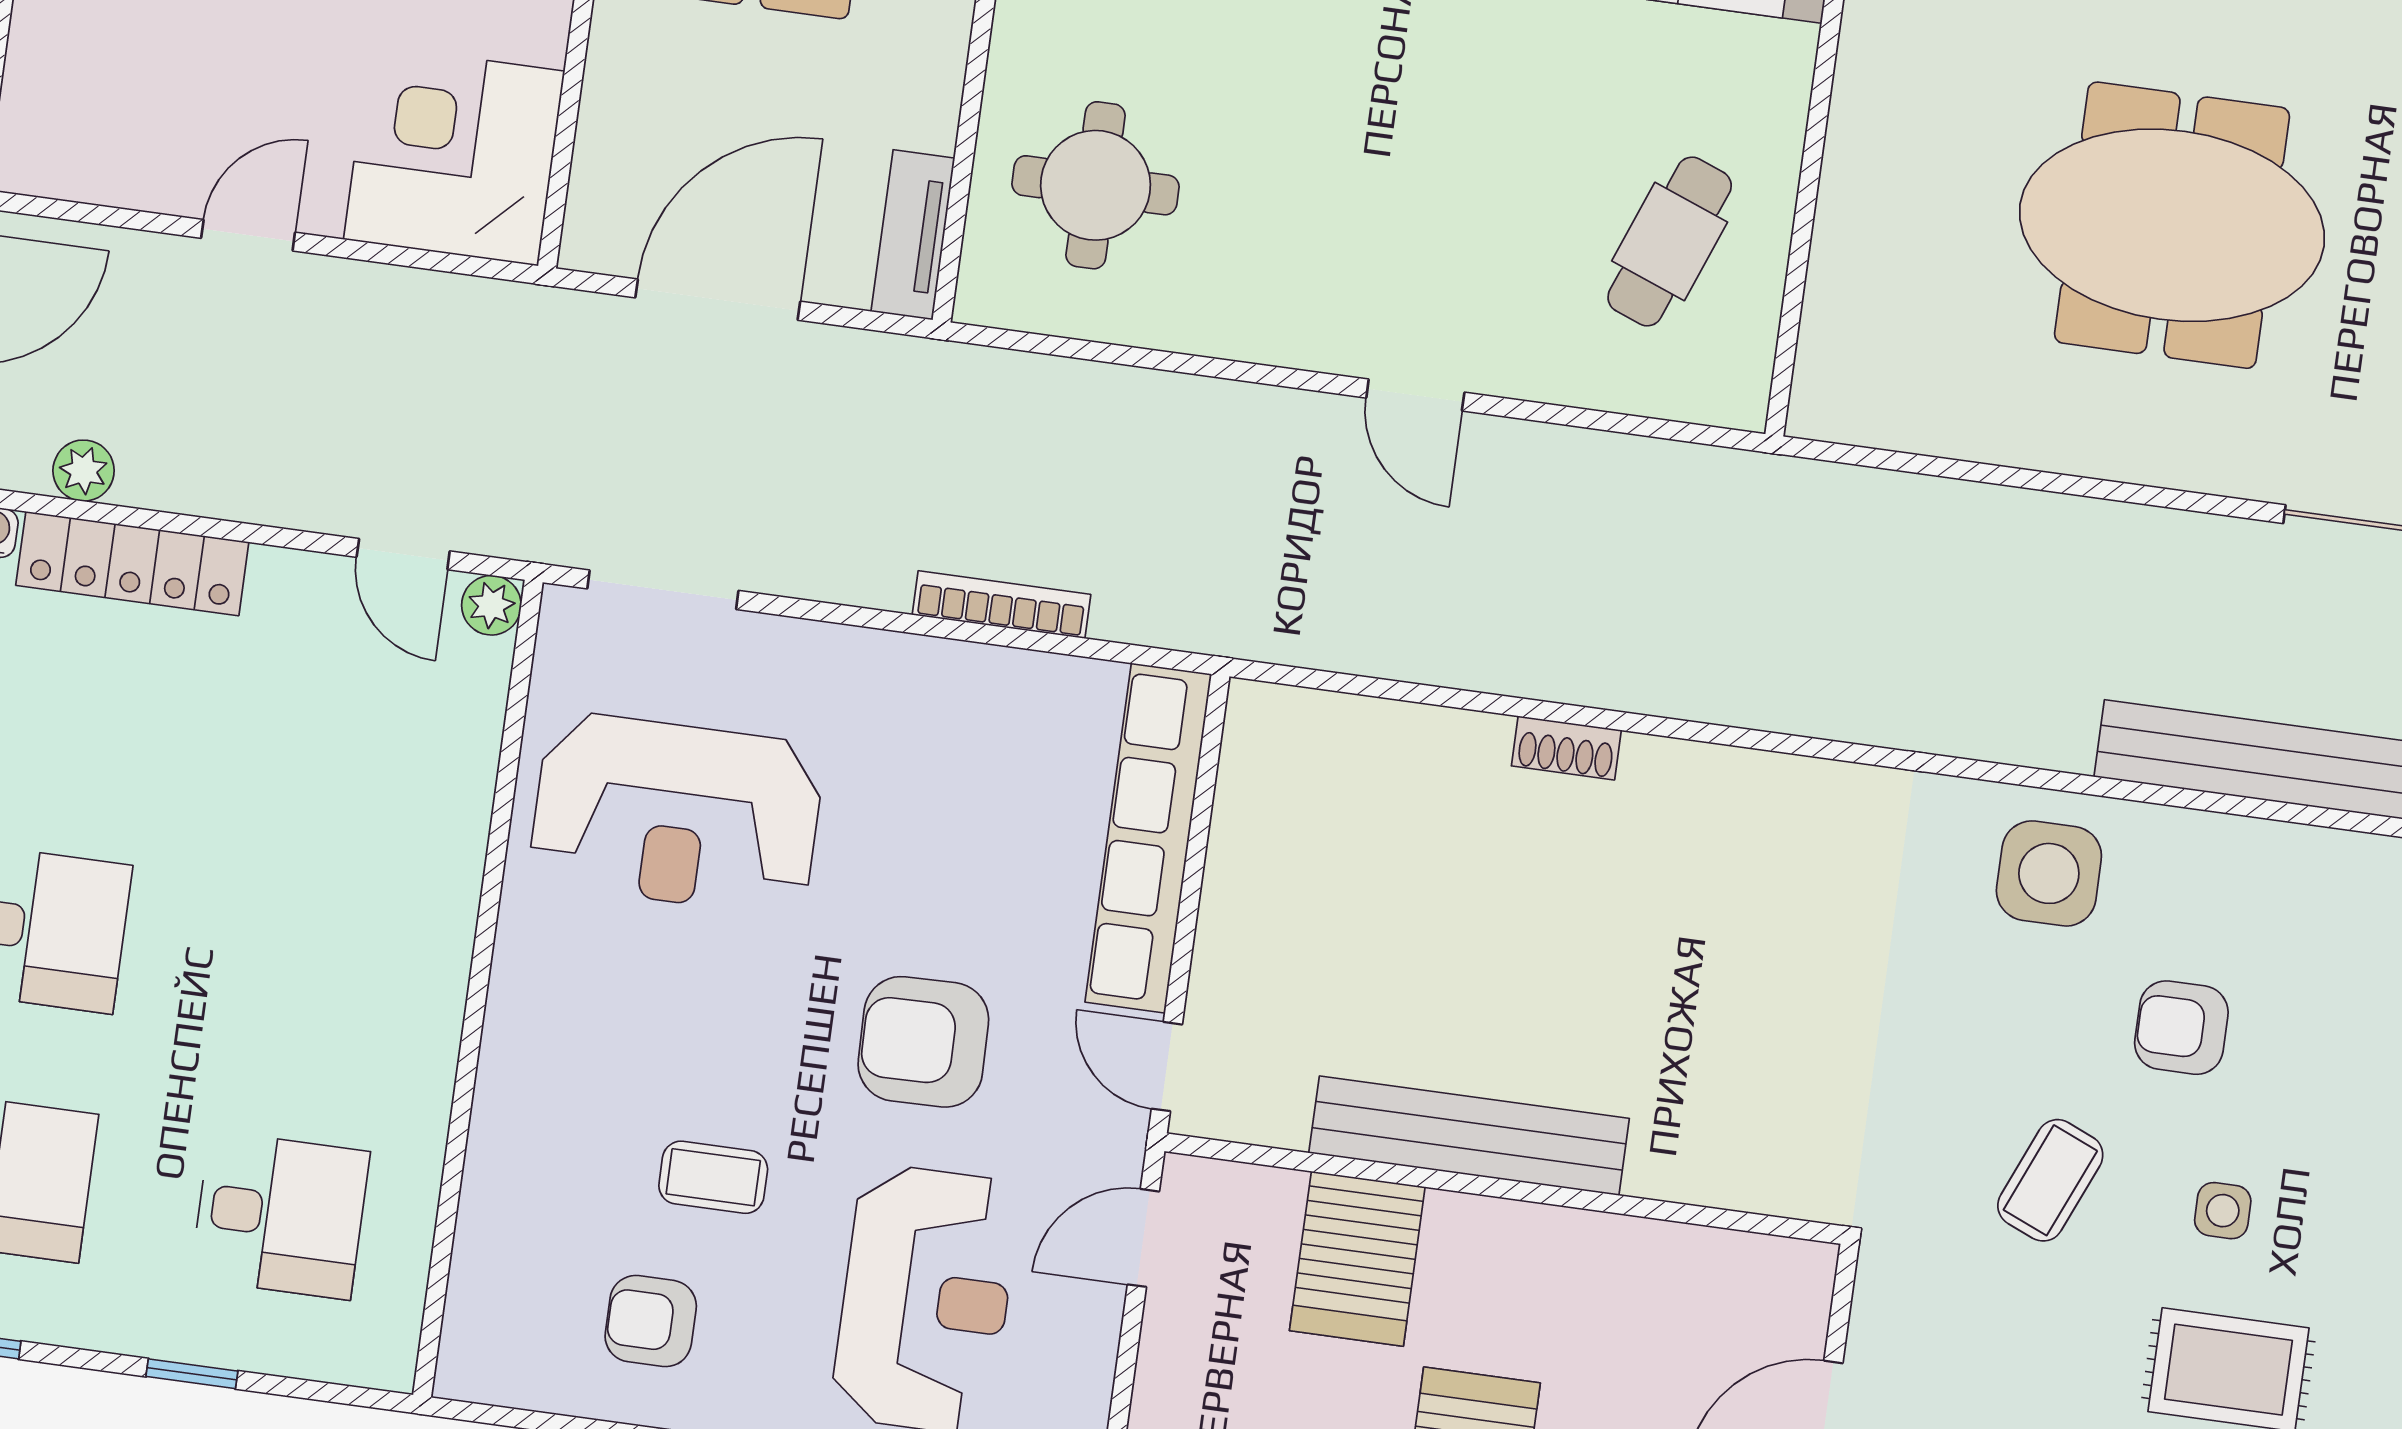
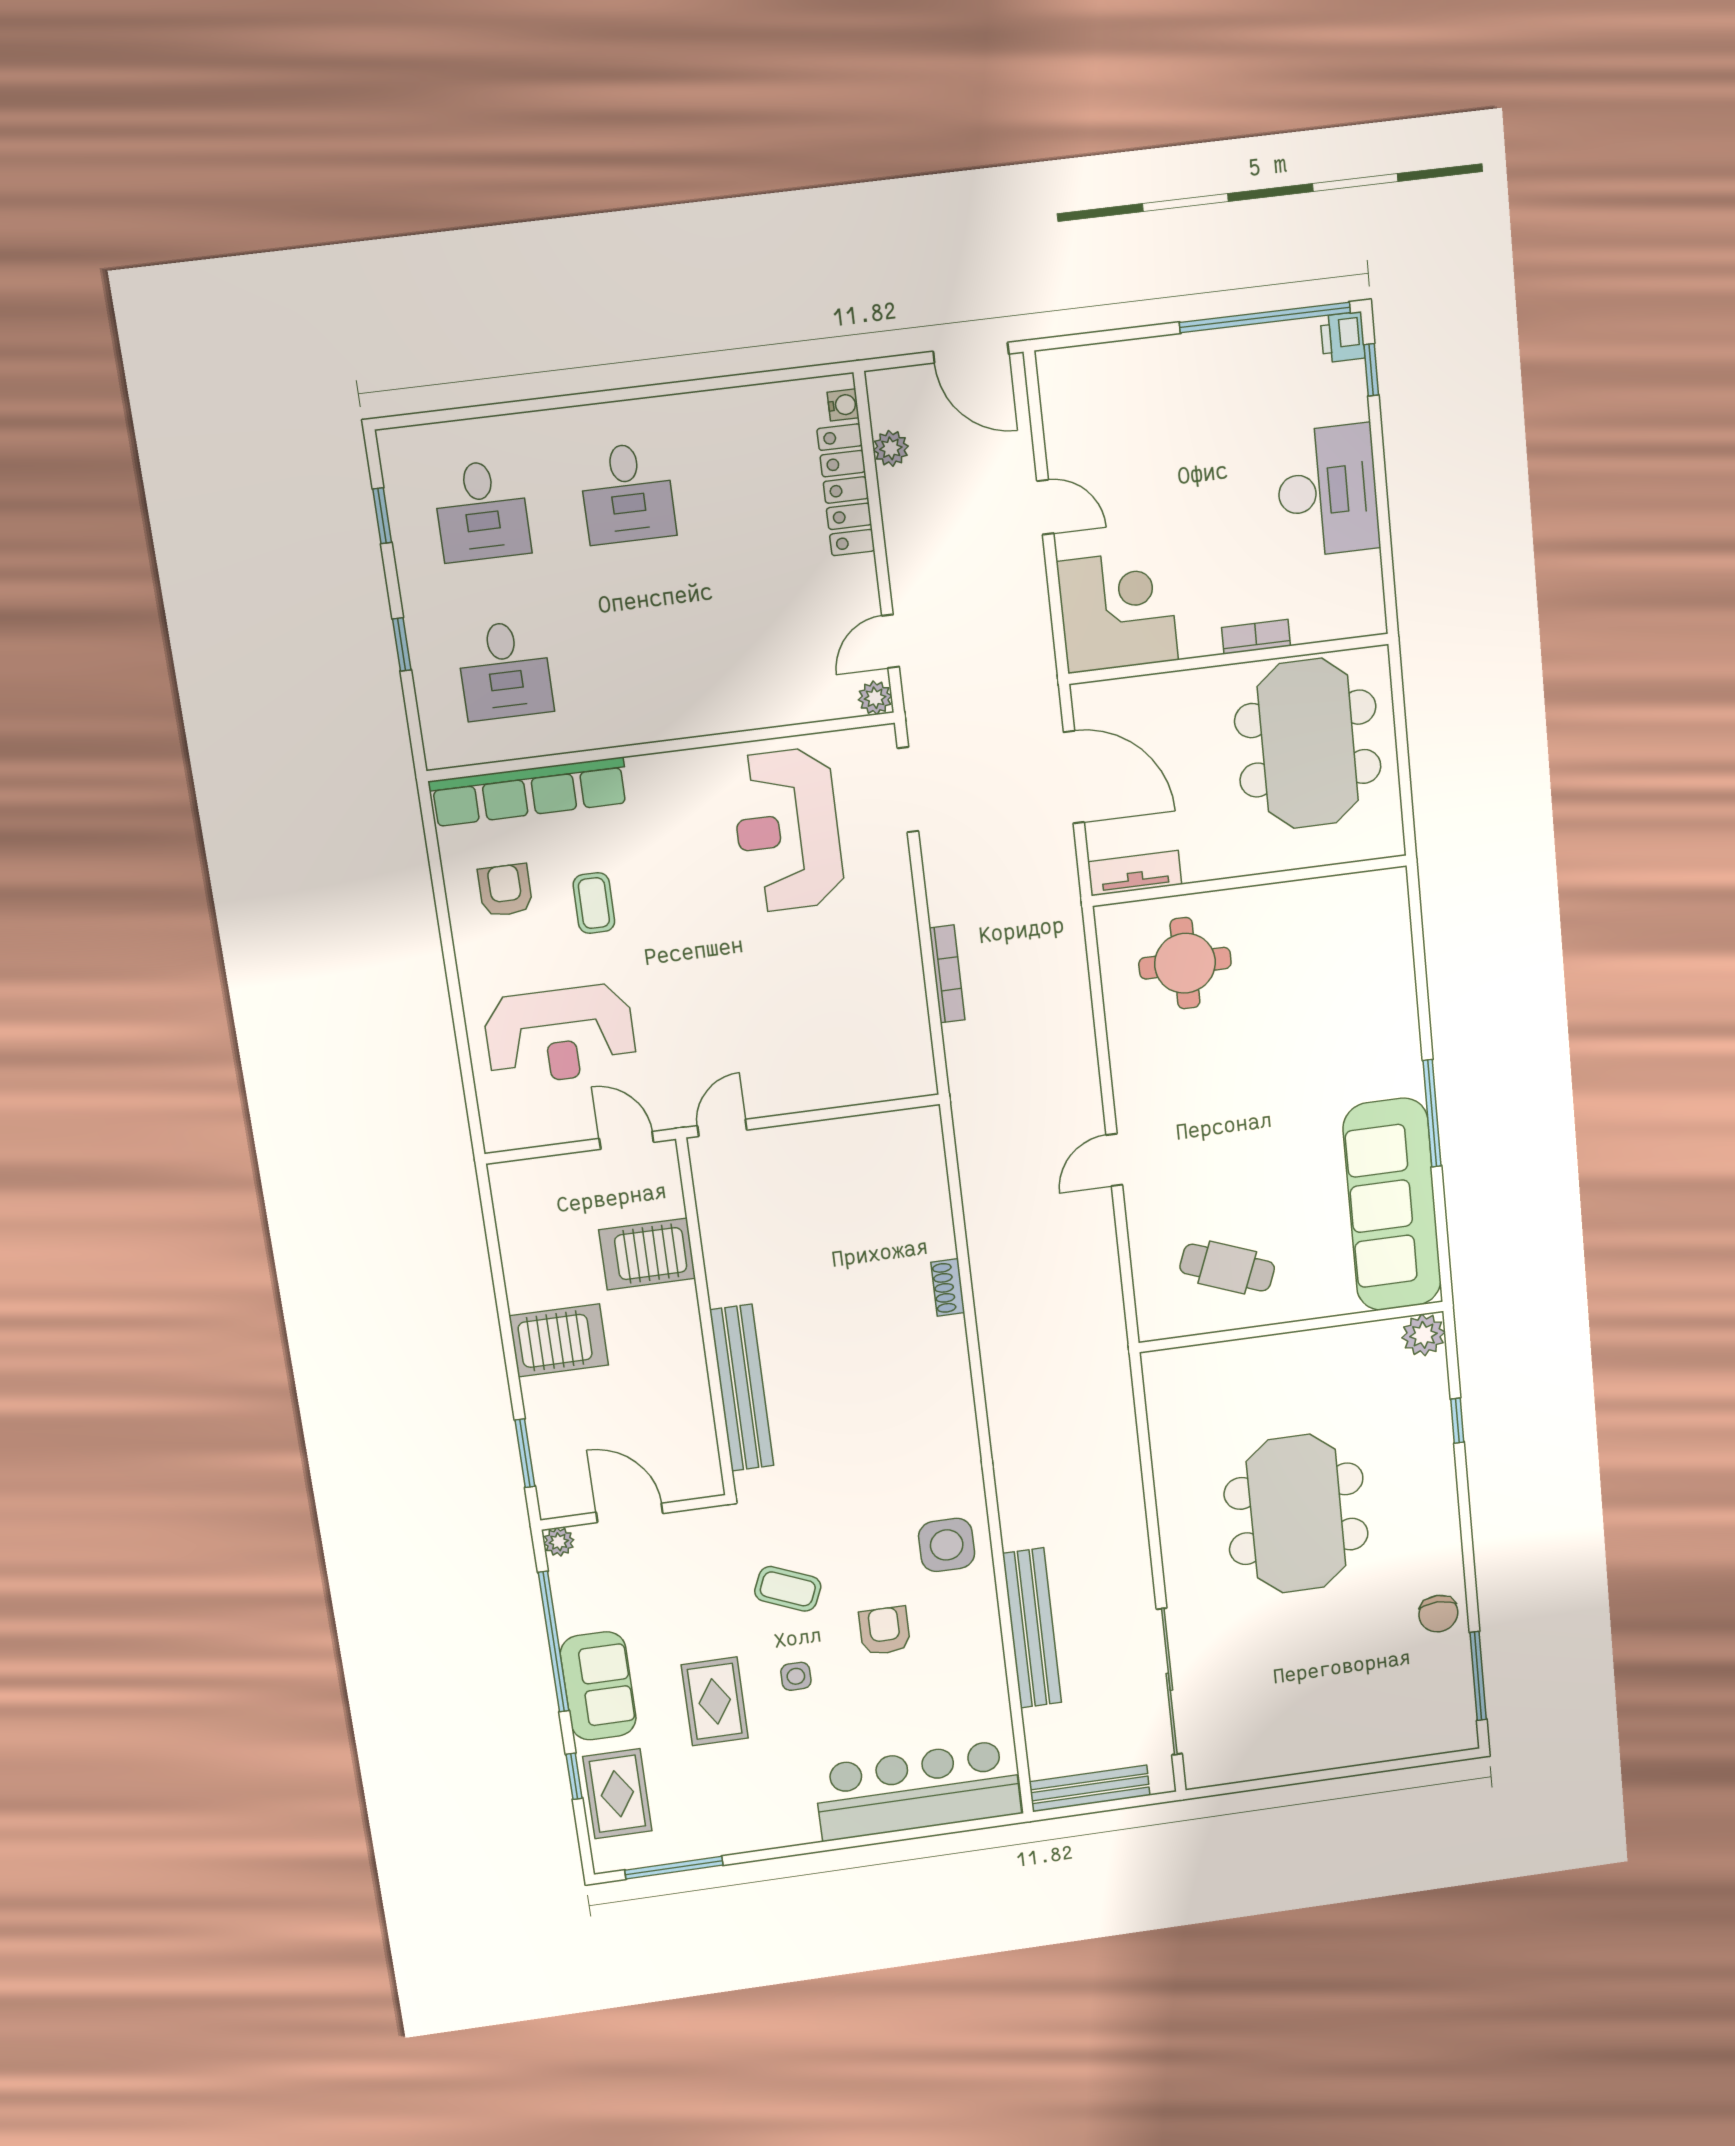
row of seats: (1148, 838) -> (529, 792), moved, turned 180
armchair: (923, 1042) -> (700, 996), removed
bench: (1469, 1136) -> (742, 1388), moved

